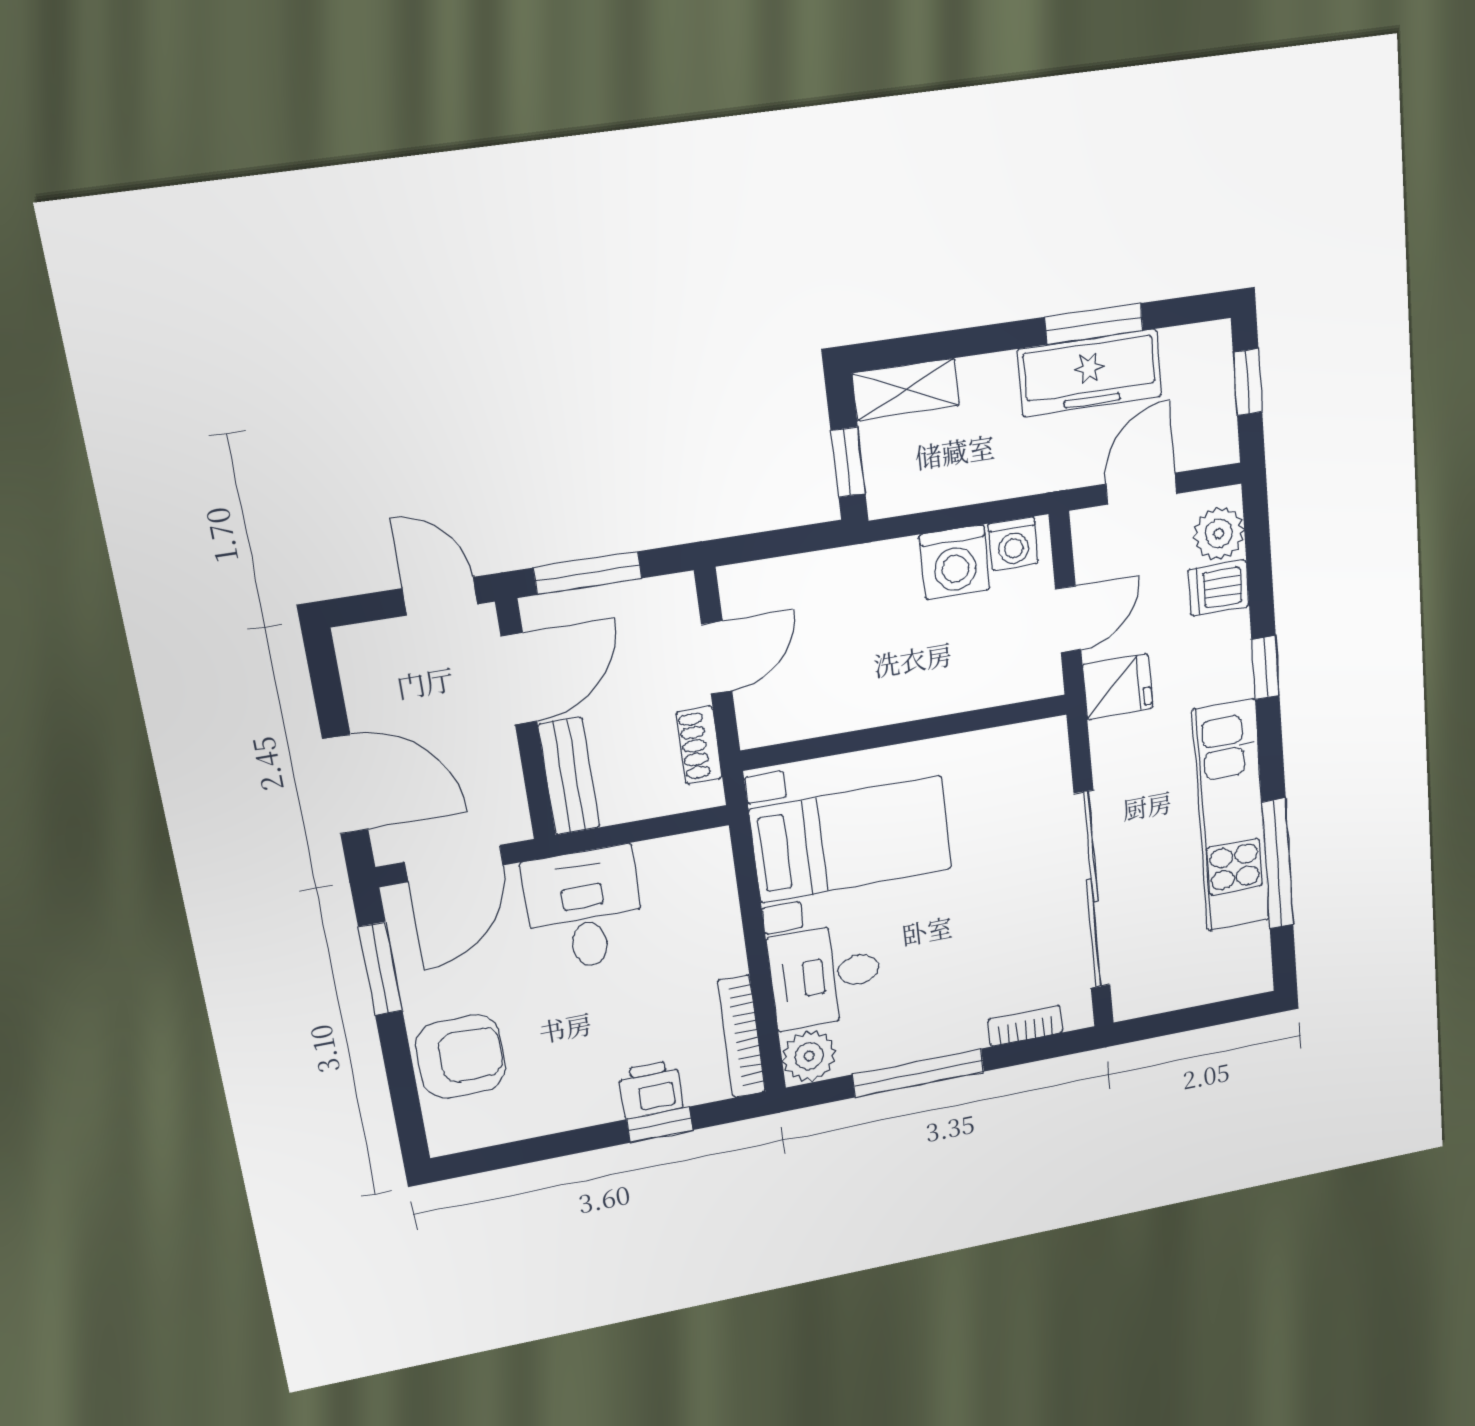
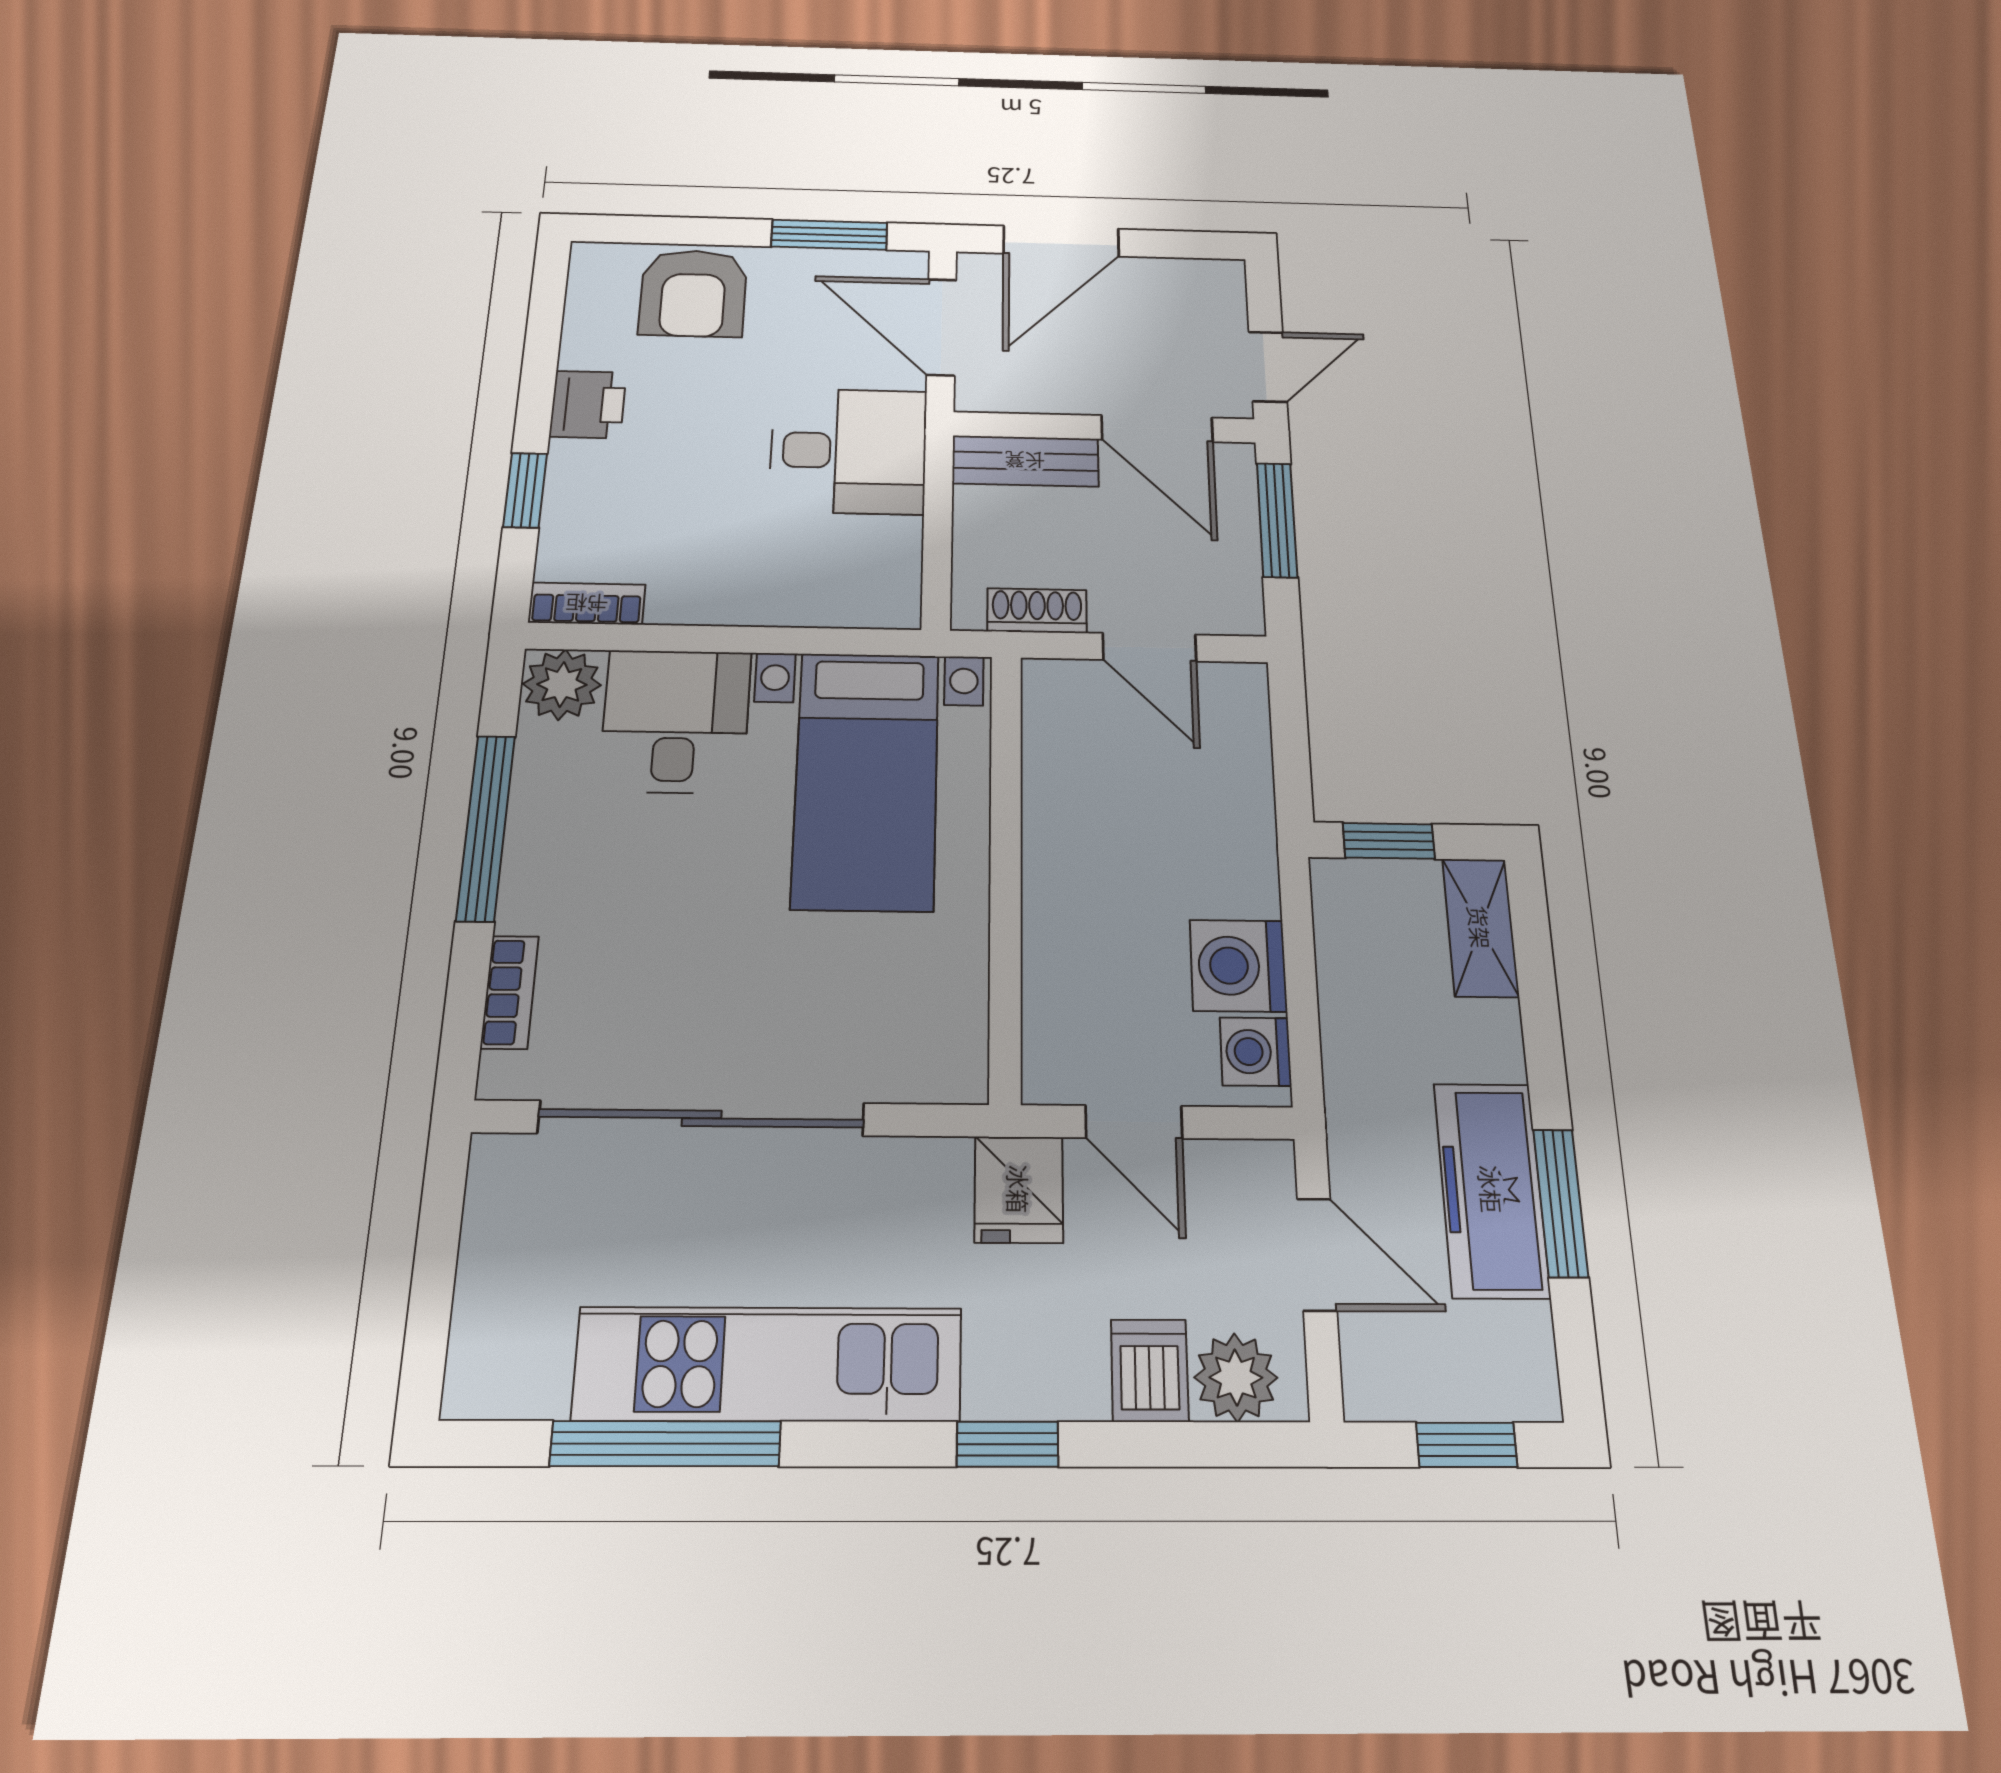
bookcase: (741, 1036) -> (587, 604), width x0.64
printer: (651, 1089) -> (588, 404), moved

